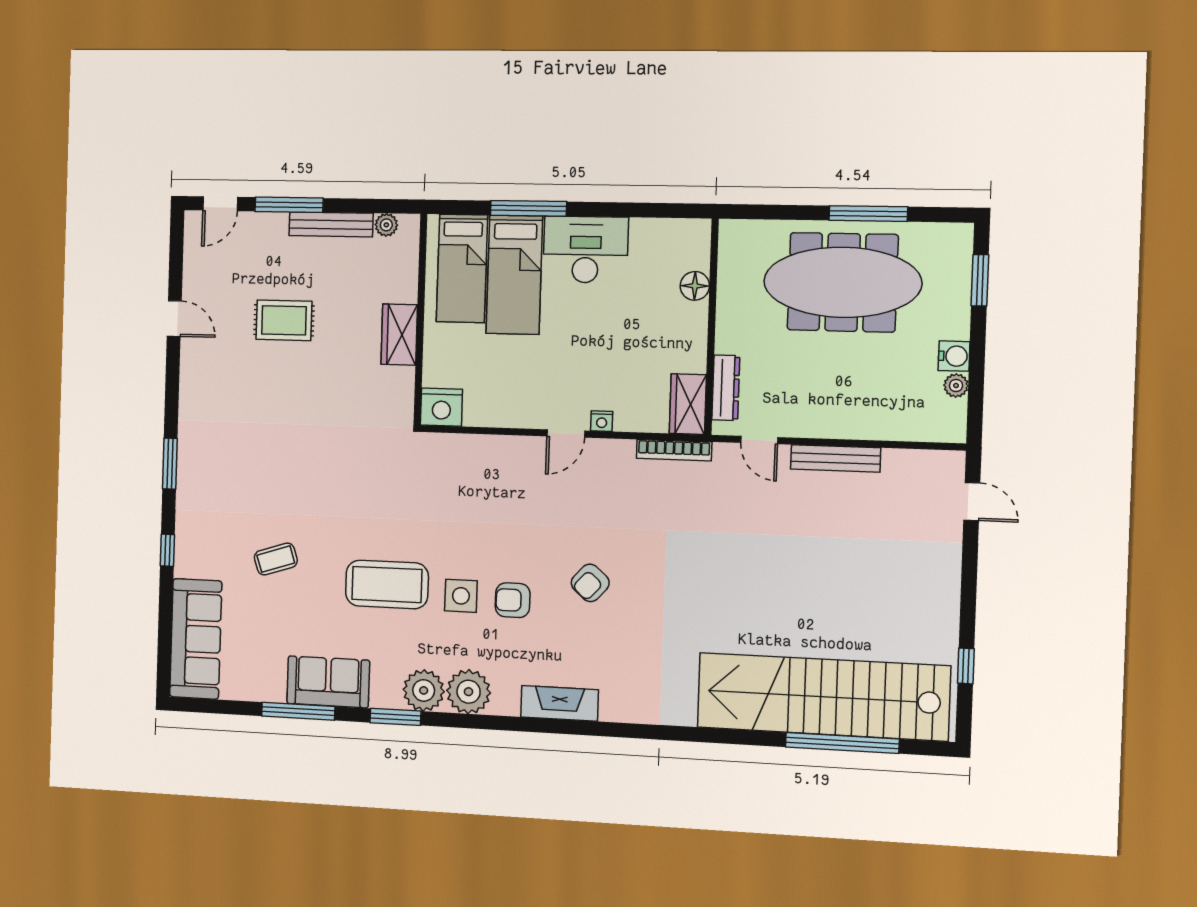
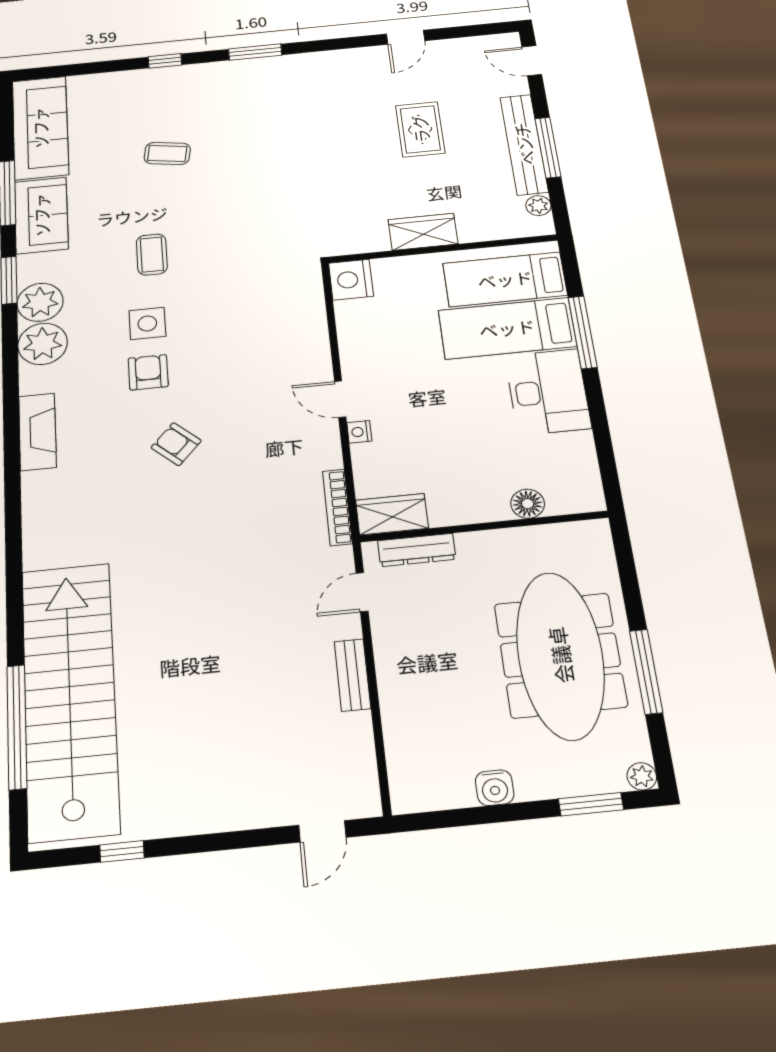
window: (289, 205) -> (548, 147), moved
bench: (331, 224) -> (524, 144), width x1.37, depth x1.21
plant: (956, 385) -> (642, 776), moved
bench: (836, 458) -> (352, 675), width x0.73
coffee table: (276, 559) -> (167, 153), turned -63
coffee table: (387, 585) -> (152, 255), width x0.54, depth x0.58
sofa: (196, 639) -> (40, 128), moved, turned -90

